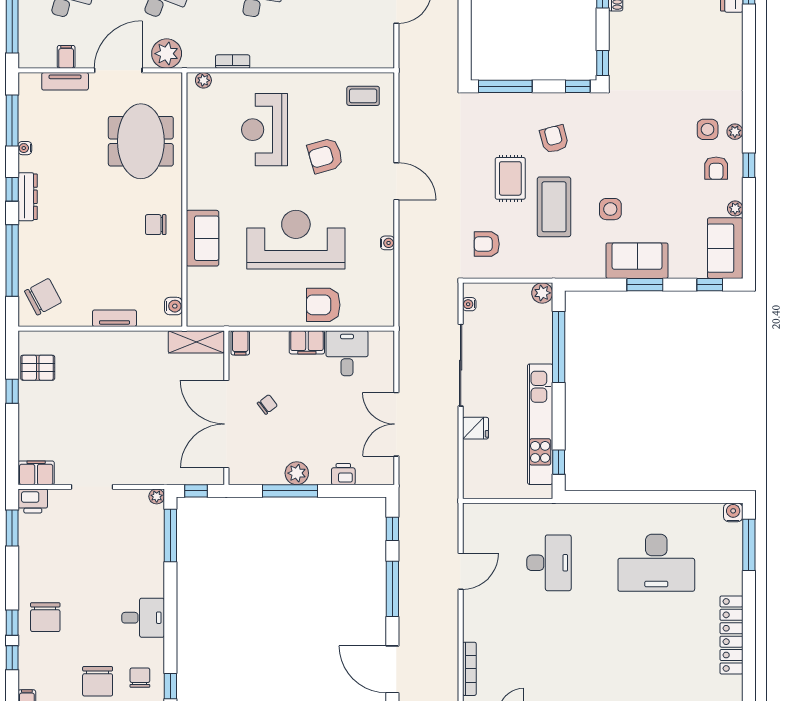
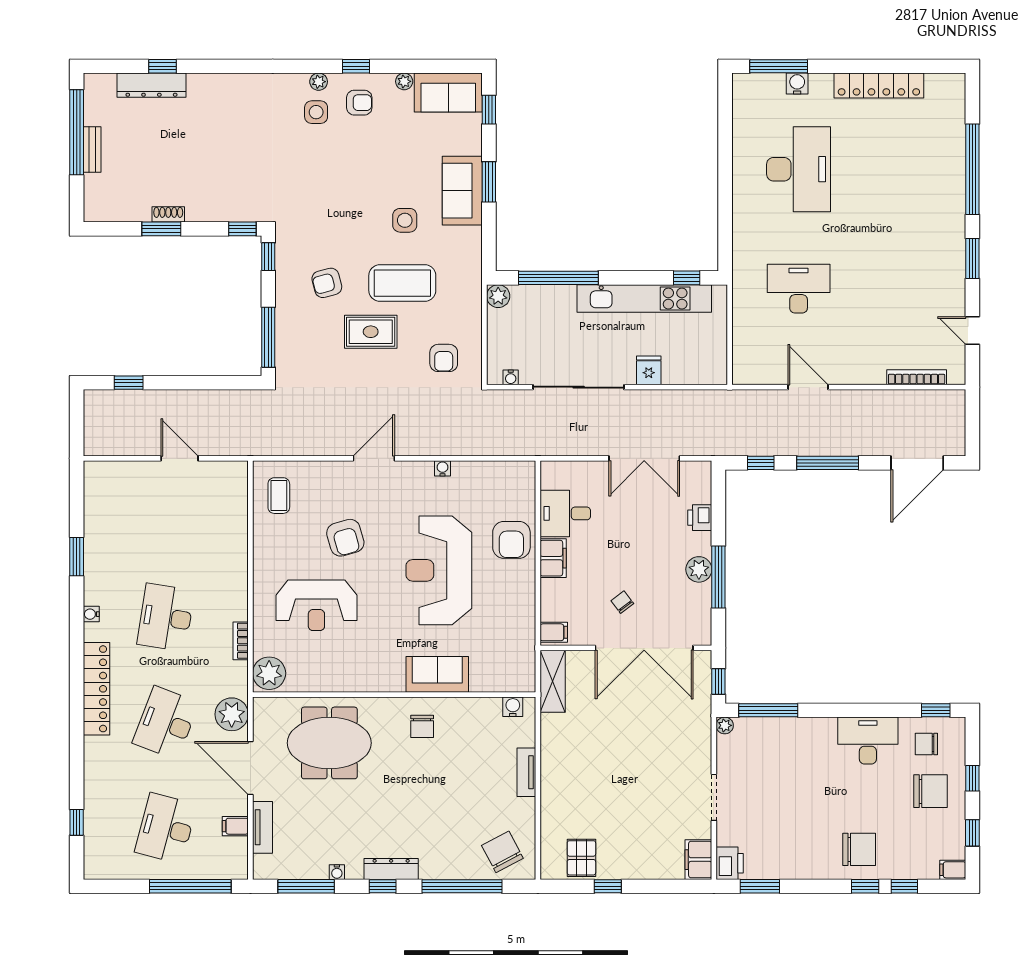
plant: (203, 80) -> (269, 673), width x1.88, depth x1.88
water cooler: (733, 512) -> (797, 84), moved, turned 90
desk: (143, 618) -> (868, 741), width x1.37

